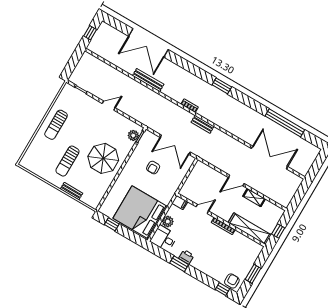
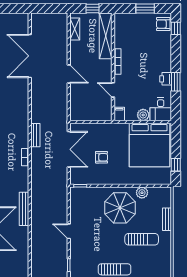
plant: (133, 135) -> (142, 193), moved
shelving: (254, 198) -> (75, 29), moved

